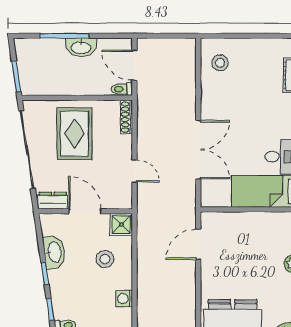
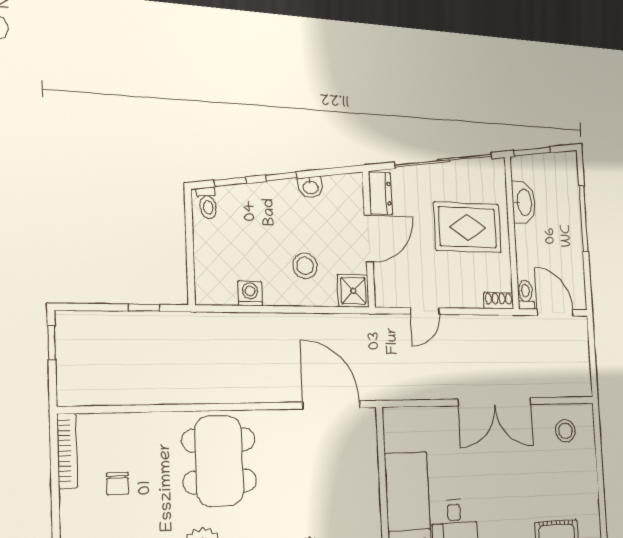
washbasin: (81, 47) -> (524, 202), moved, turned 180
door: (134, 65) -> (555, 312), hinge flipped
shoe rack: (127, 117) -> (499, 301), width x0.70
double door: (198, 150) -> (495, 402), moved
door: (198, 244) -> (331, 405), width x1.36
washbasin: (54, 252) -> (311, 187), width x0.52, depth x0.69

